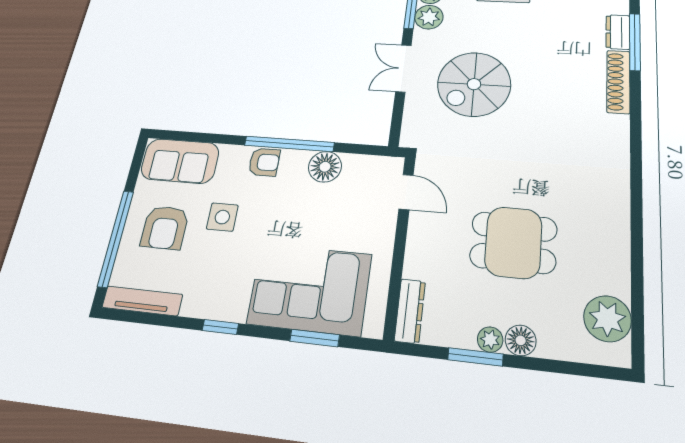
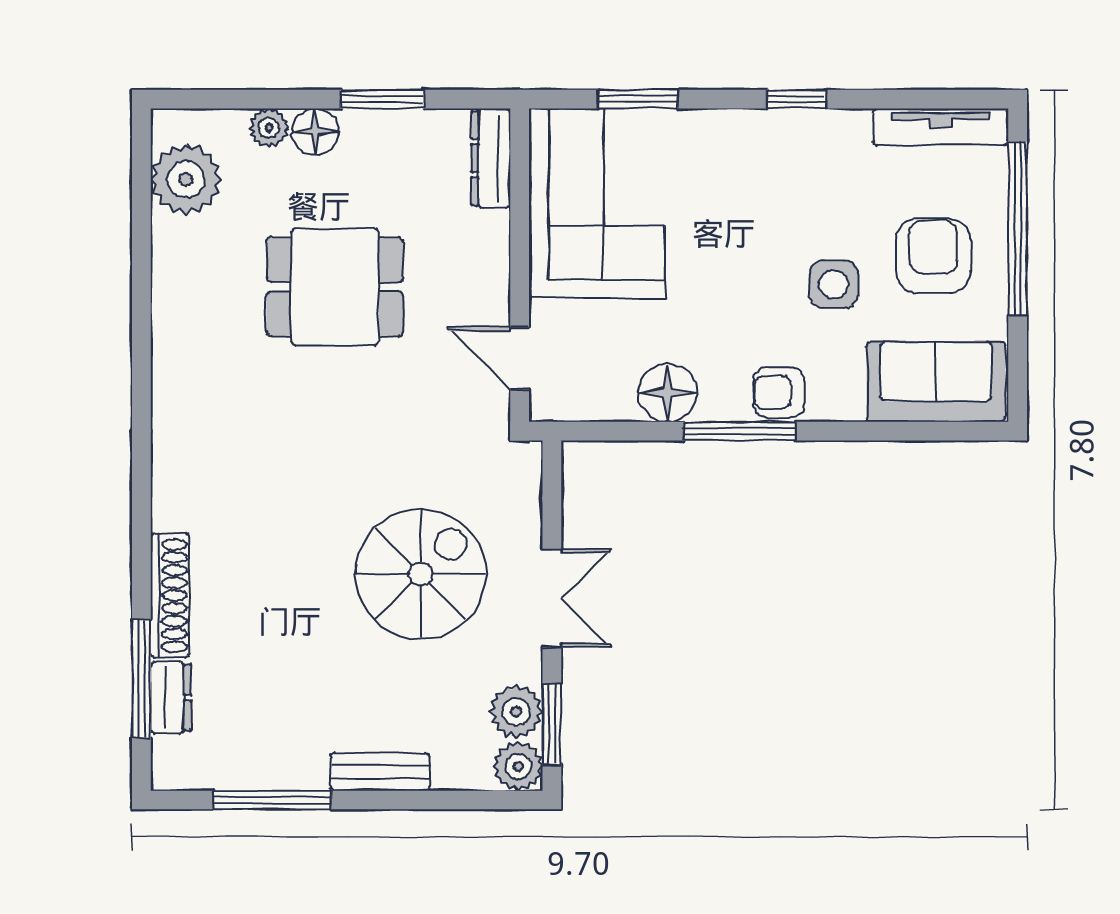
window: (289, 144) -> (740, 431), width x0.68
corner sofa: (310, 289) -> (597, 203), moved, turned -90
plant: (490, 340) -> (269, 128), moved

